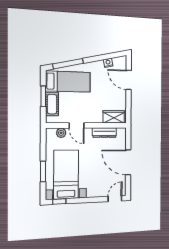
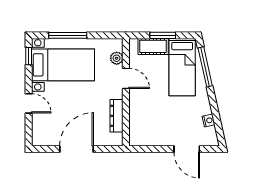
door: (129, 80) -> (187, 149), swing flipped
wardrobe: (114, 117) -> (137, 129), removed
door: (77, 125) -> (126, 78), swing flipped
window: (43, 171) -> (68, 35), width x1.44
door: (115, 199) -> (29, 103), moved

